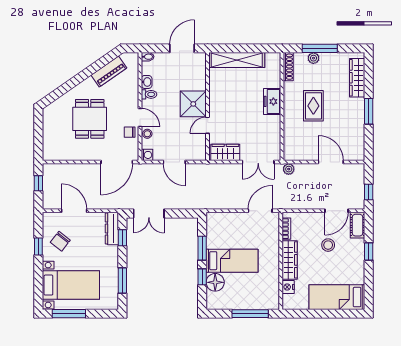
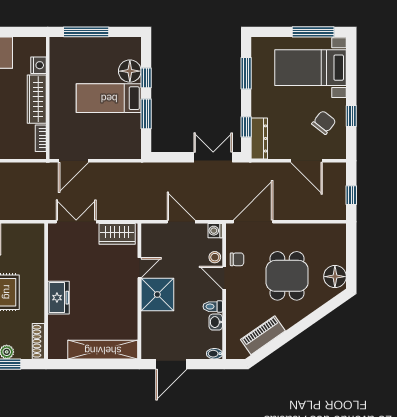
floor lamp: (51, 118) -> (335, 277), added
plant: (289, 169) -> (38, 213), removed

